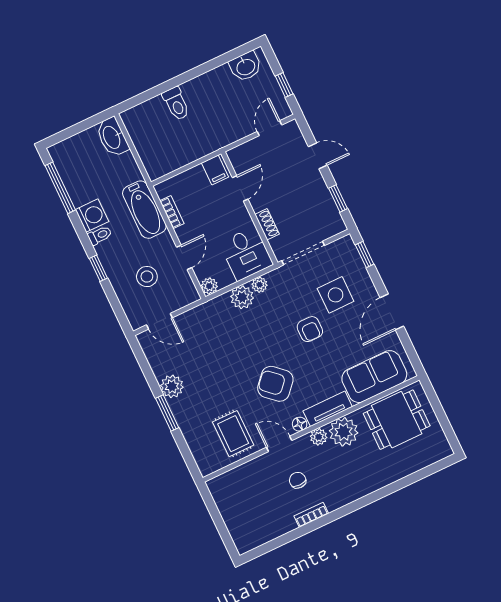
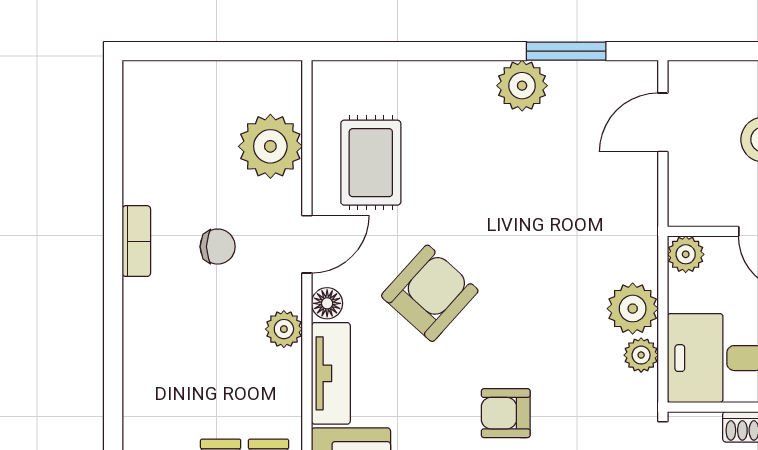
window: (167, 413) -> (566, 51), moved
plant: (344, 432) -> (270, 146), moved
rug: (233, 434) -> (371, 163), turned 90

